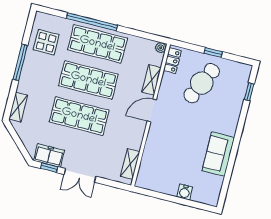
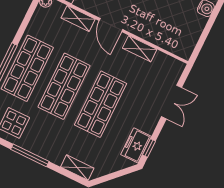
shelving: (130, 164) -> (140, 49), moved
double door: (80, 175) -> (171, 102), moved

